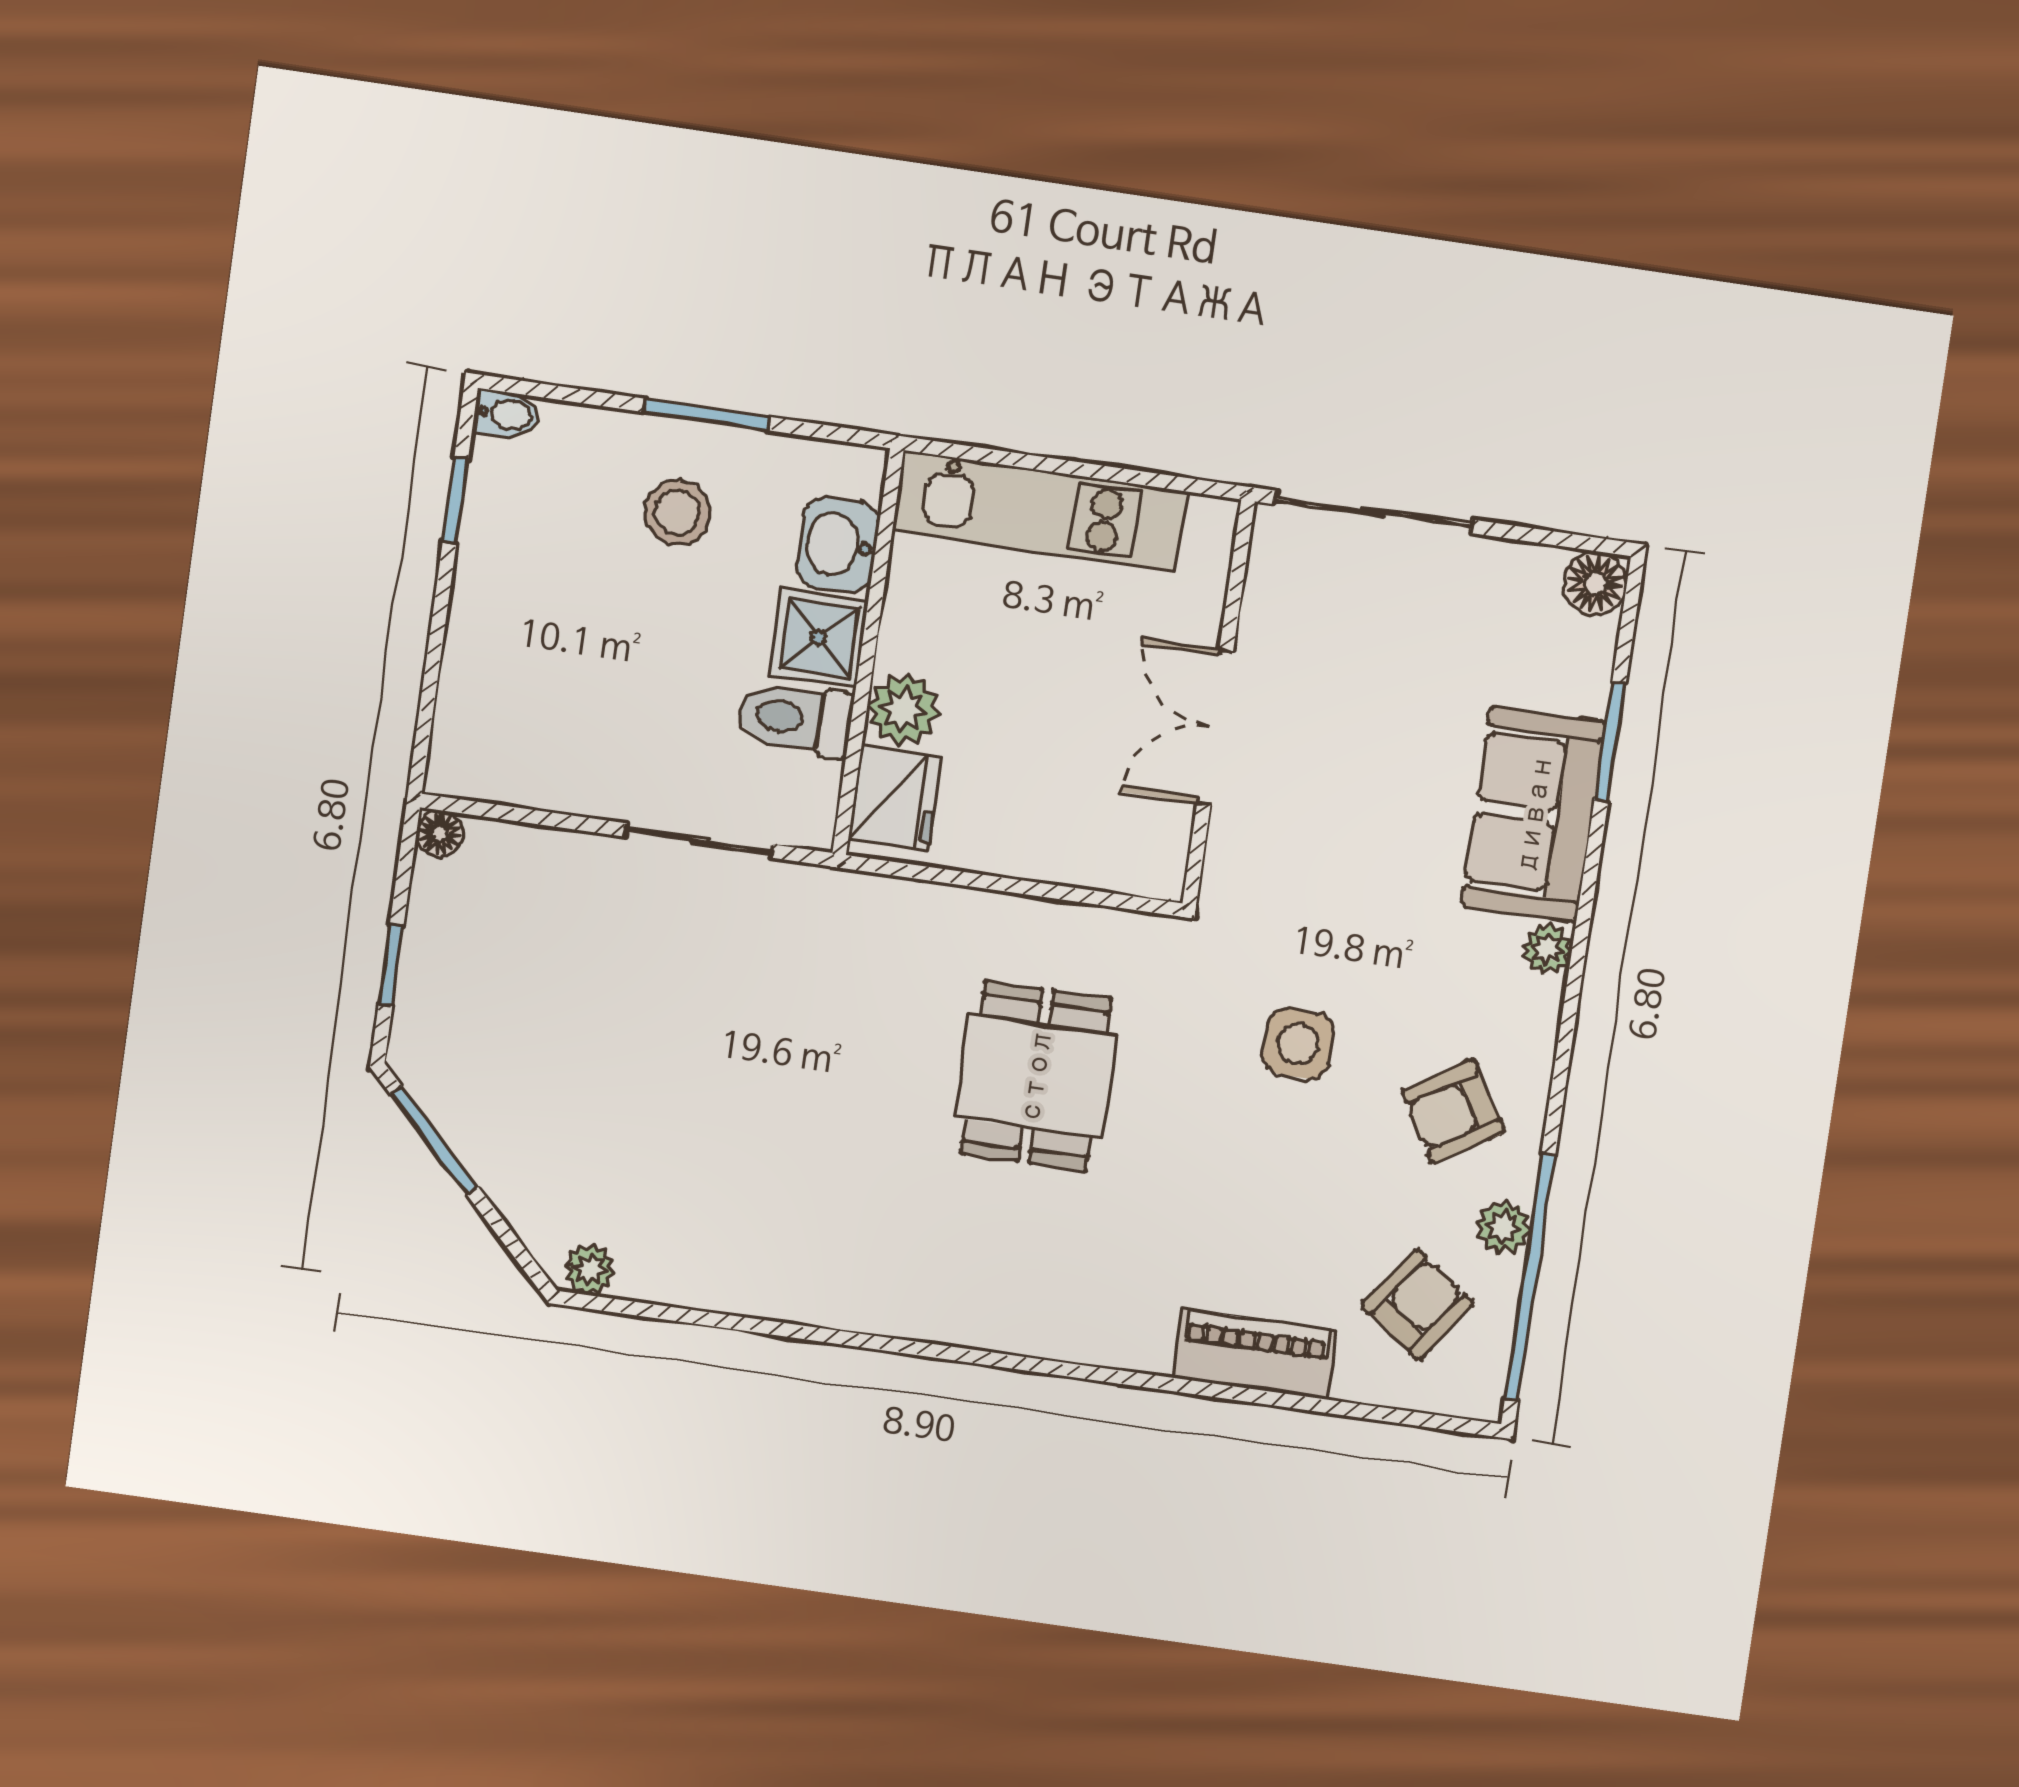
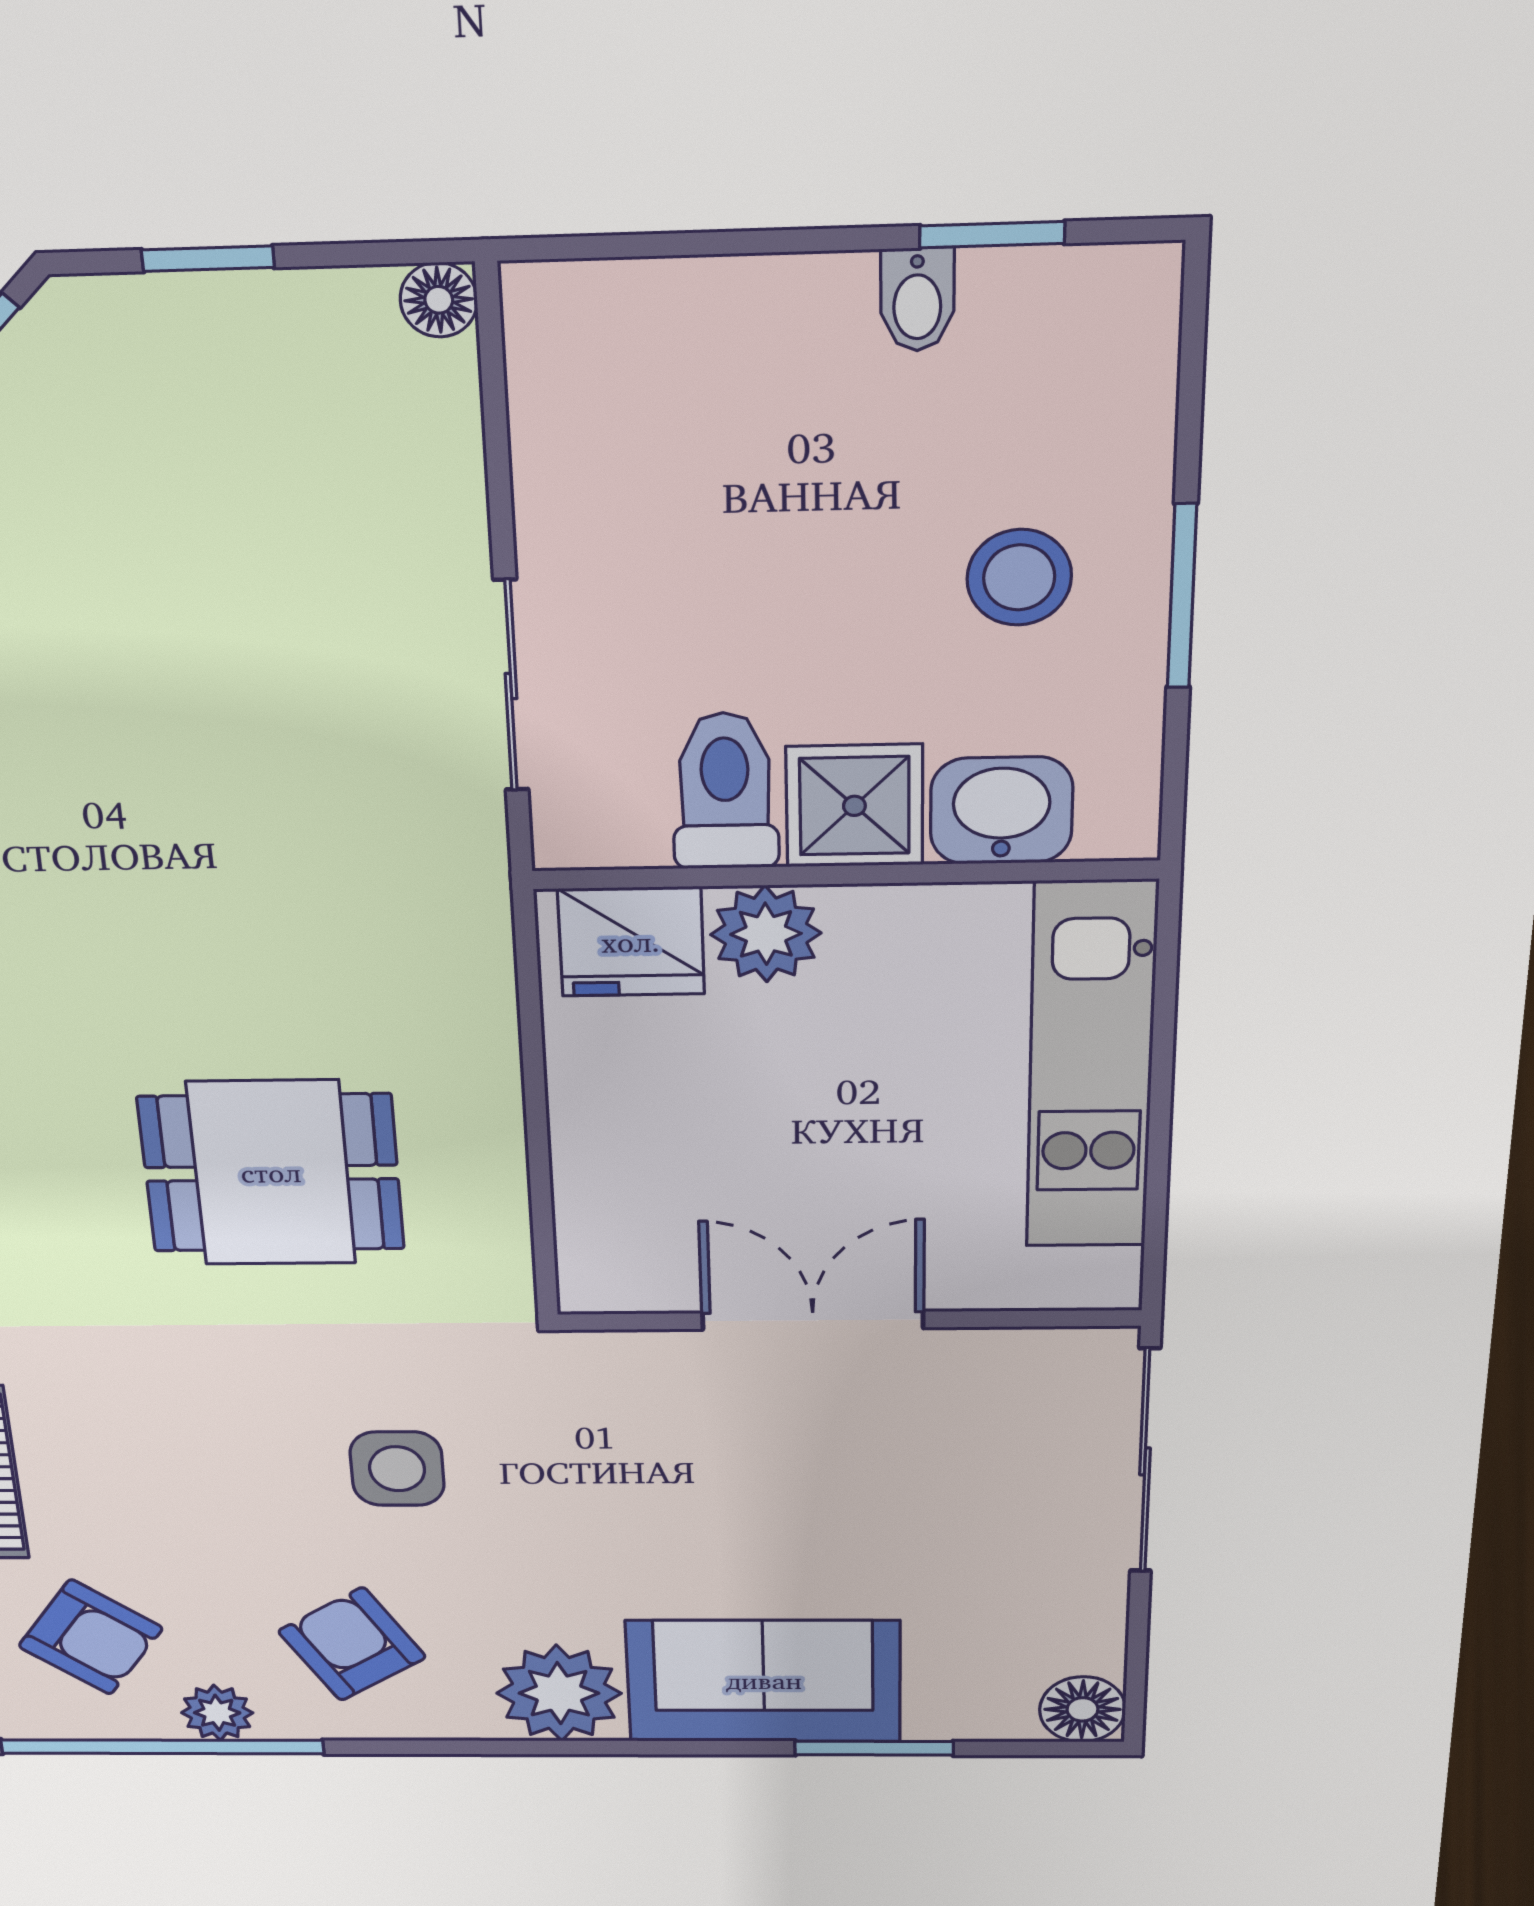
bidet: (507, 414) -> (917, 300), moved
plant: (1547, 949) -> (559, 1693), width x1.88, depth x1.88

